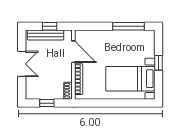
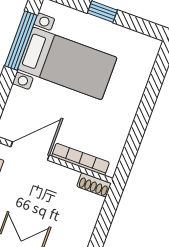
bed with nightstands: (130, 79) -> (67, 63), moved, turned -90
window: (47, 103) -> (102, 229), removed

